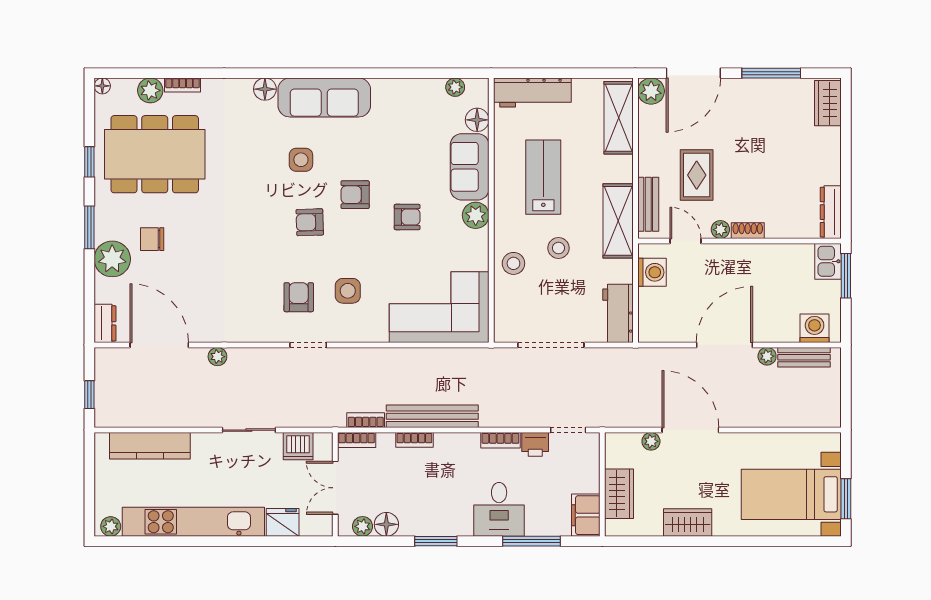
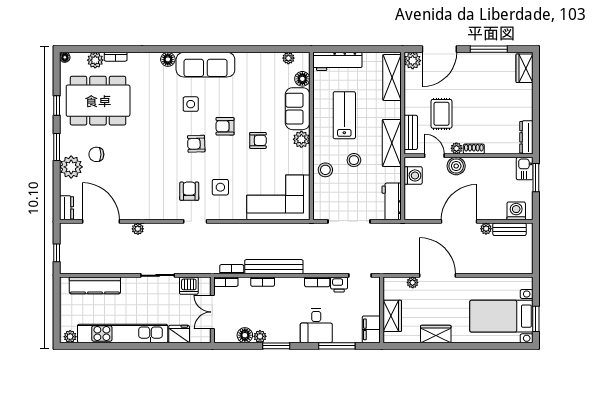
boiler: (720, 257) -> (456, 166), added
plant: (362, 526) -> (260, 336), moved

